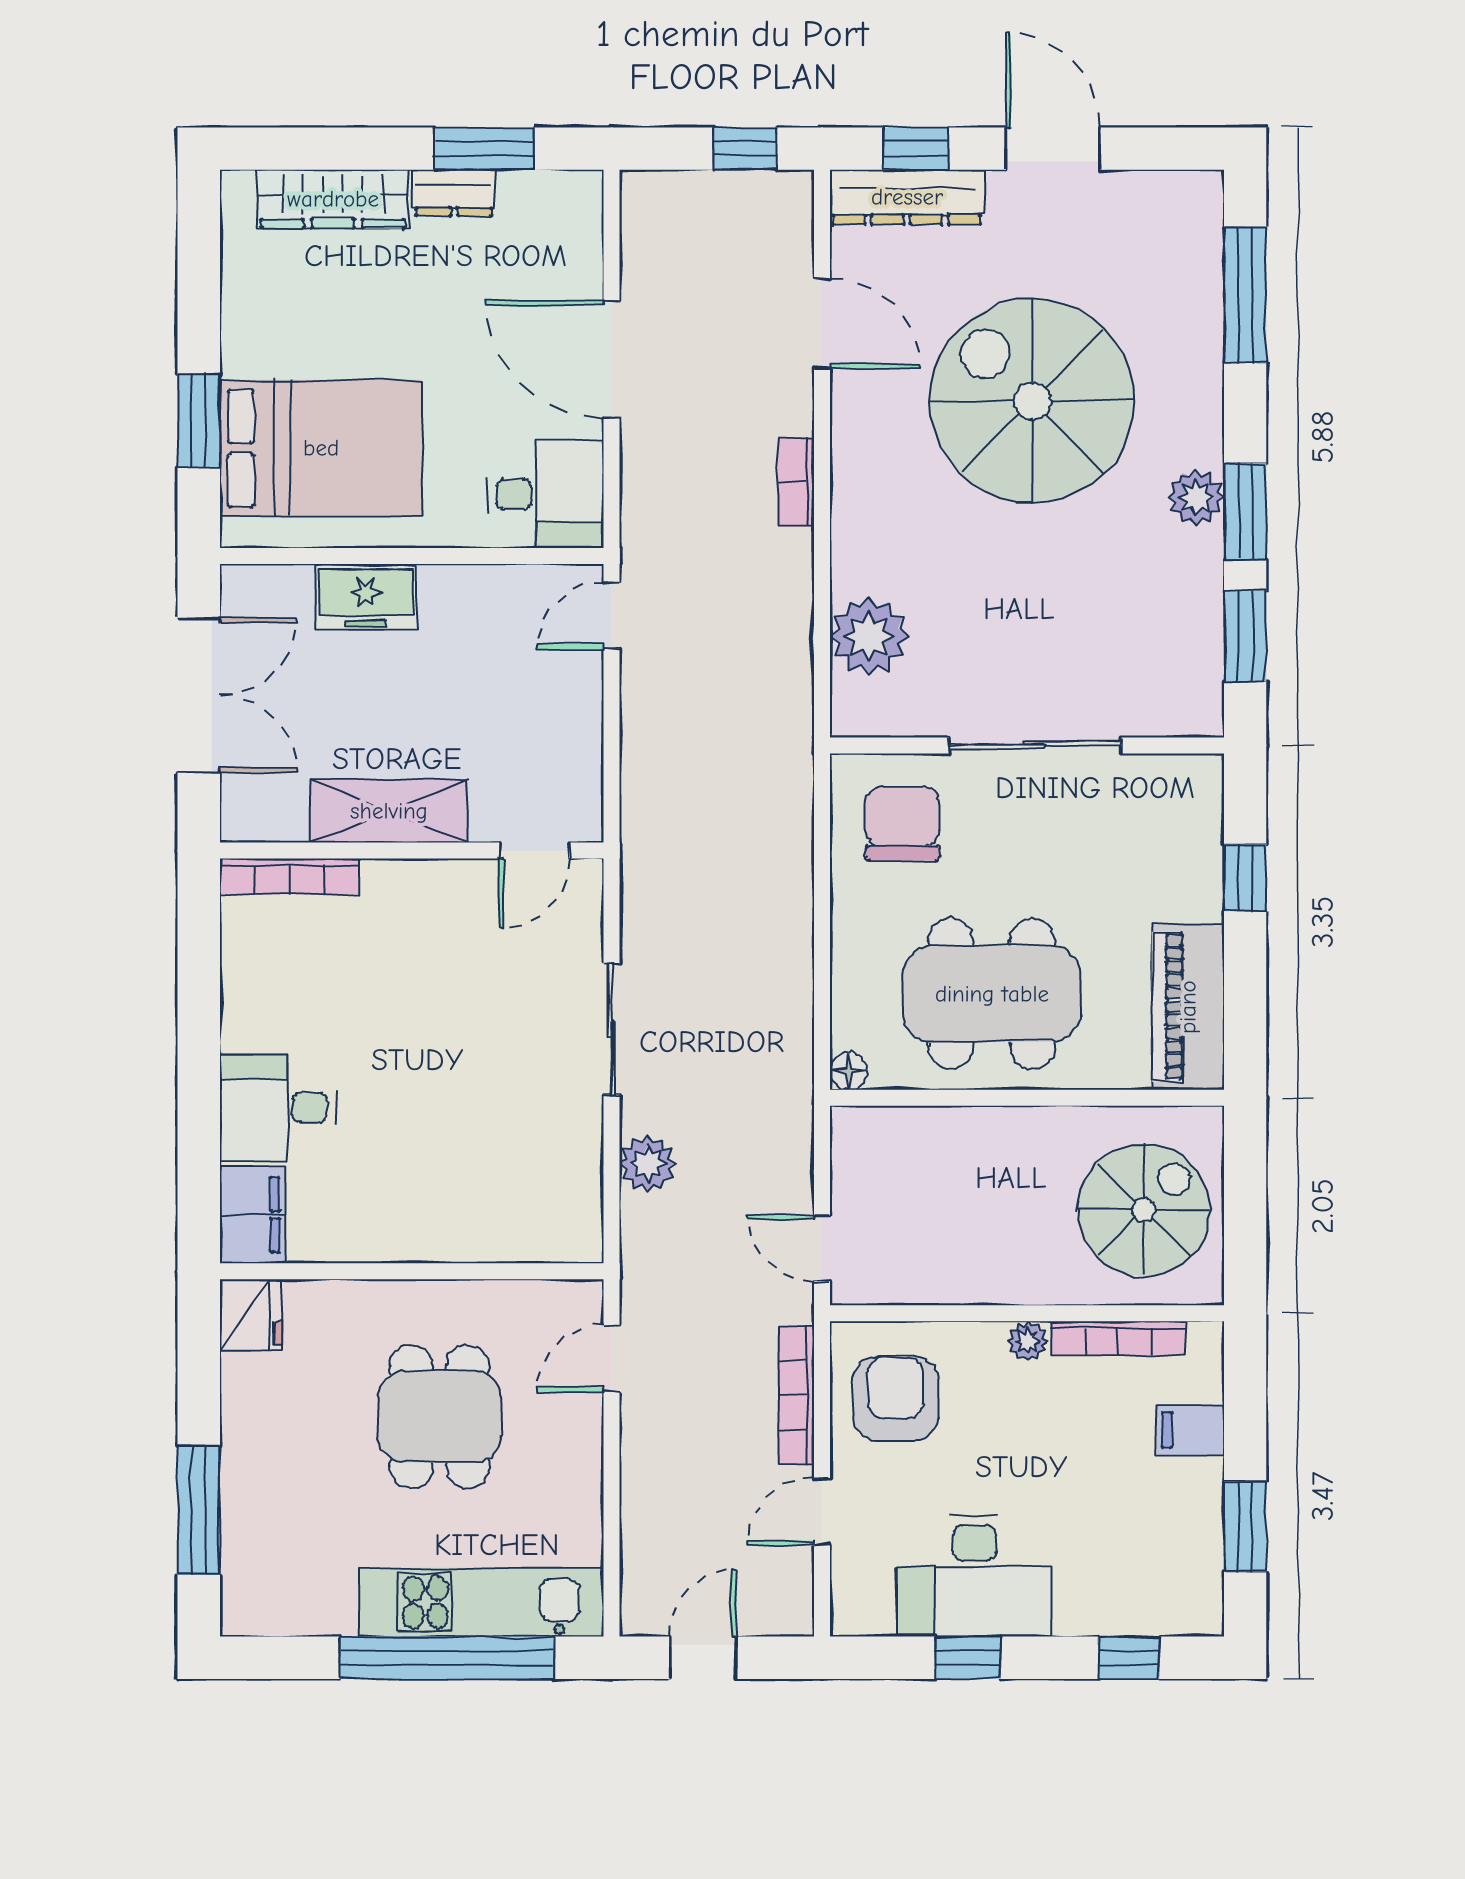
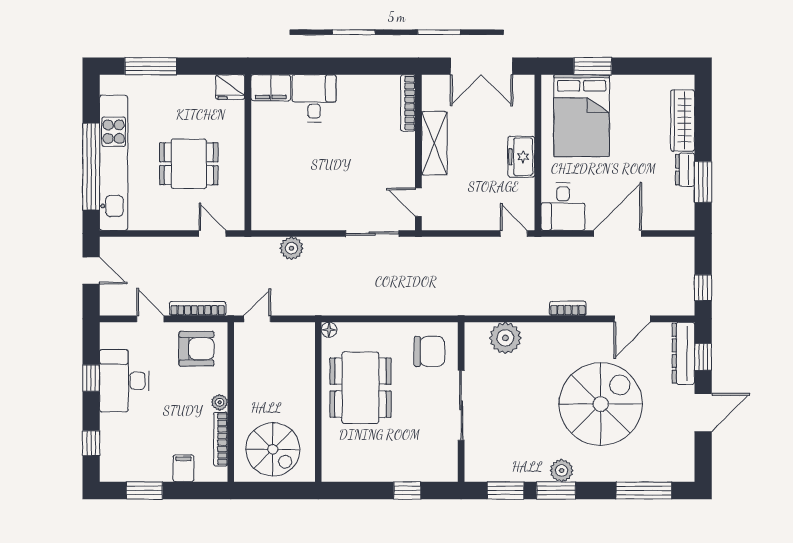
freezer: (366, 597) -> (521, 157), moved
piano: (1188, 1007) -> (355, 467), removed
sliding door: (612, 1029) -> (372, 234), moved
kitchen unit: (481, 1602) -> (114, 163), width x1.36

